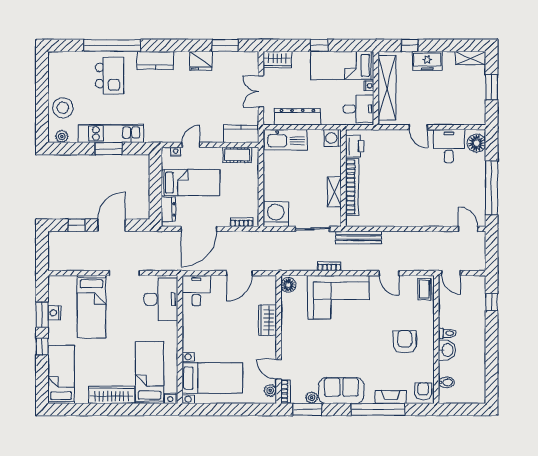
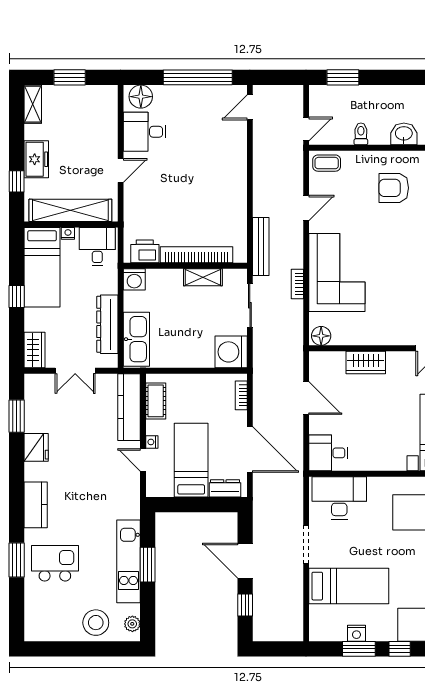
window: (112, 45) -> (17, 560), width x0.47
kitchen counter: (241, 134) -> (129, 407), width x1.50
nightstand: (176, 152) -> (152, 442), moved
window: (492, 302) -> (343, 77), width x1.50
toilet: (447, 333) -> (361, 134), moved

